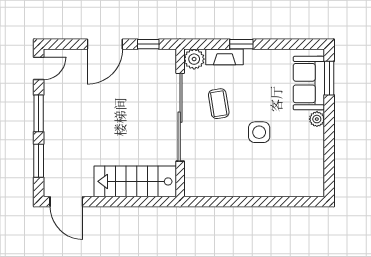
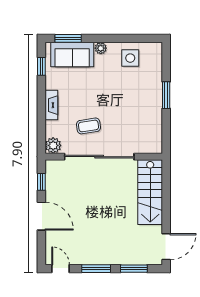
window: (241, 44) -> (41, 66), moved
fireplace: (225, 57) -> (51, 105), moved
side table: (259, 132) -> (130, 58), moved
window: (258, 202) -> (166, 95), added

